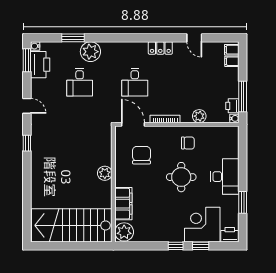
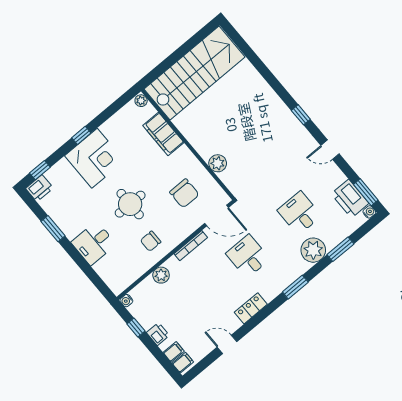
window: (121, 38) -> (295, 287), added
window: (243, 97) -> (136, 327), width x0.46
printer: (232, 106) -> (158, 334), moved
plant: (105, 173) -> (218, 163), moved
desk: (225, 177) -> (94, 243), width x0.73
corner desk: (202, 225) -> (95, 158), moved
plant: (124, 232) -> (141, 101), width x0.53, depth x0.53
window: (201, 246) -> (40, 170), moved

